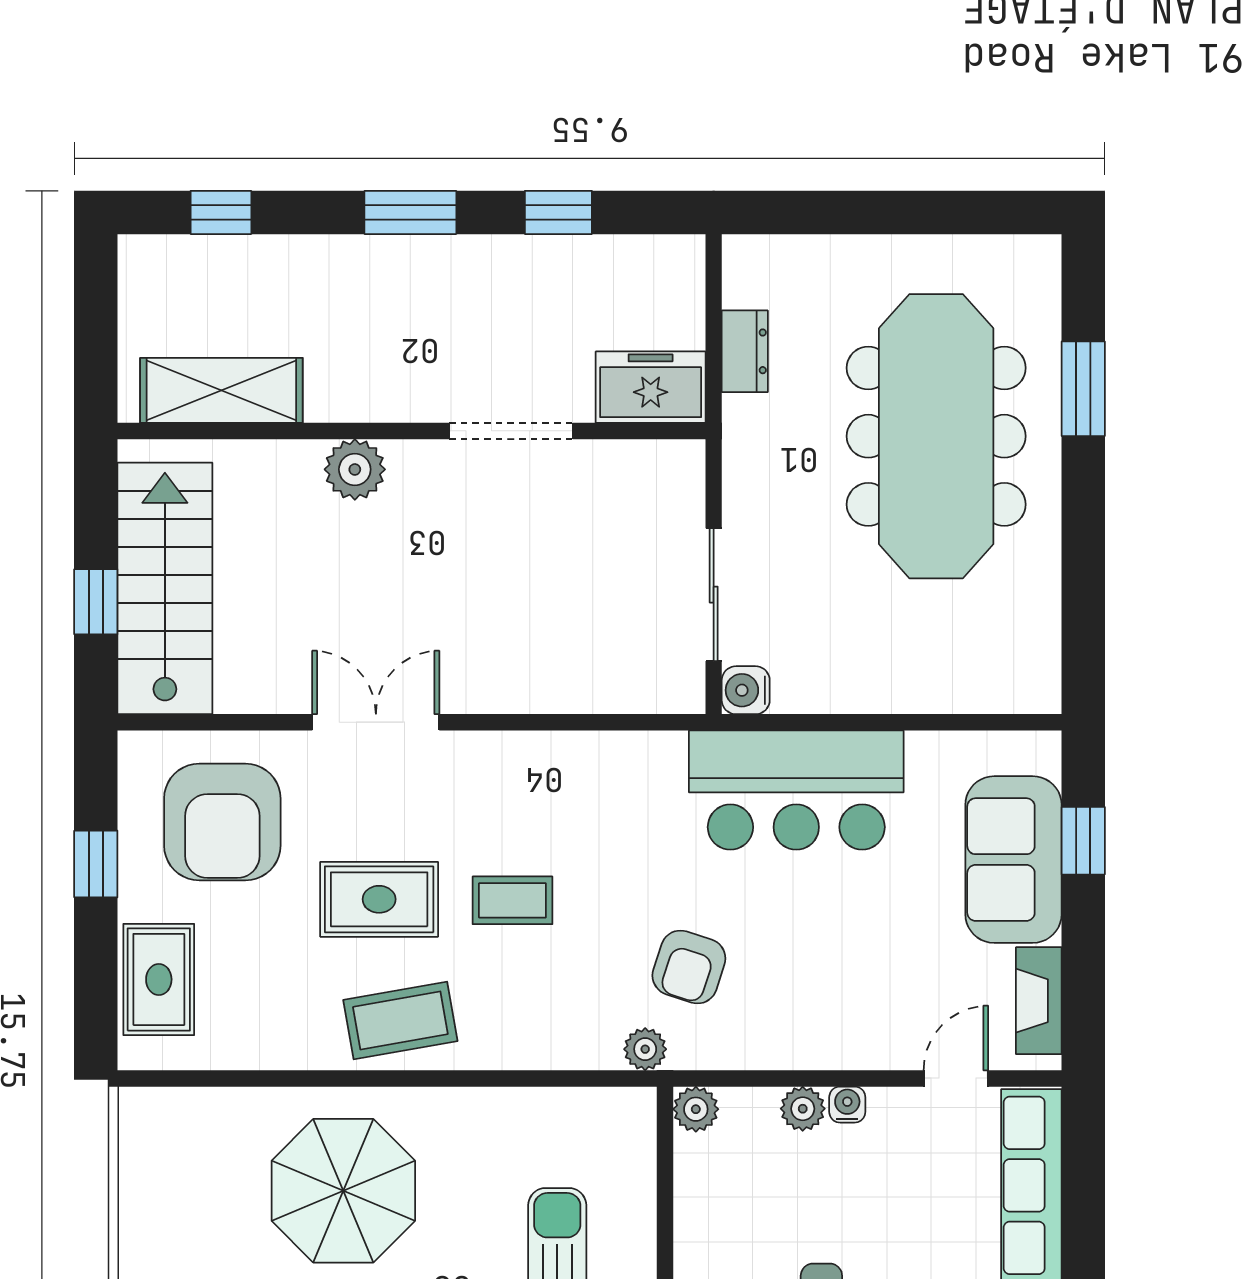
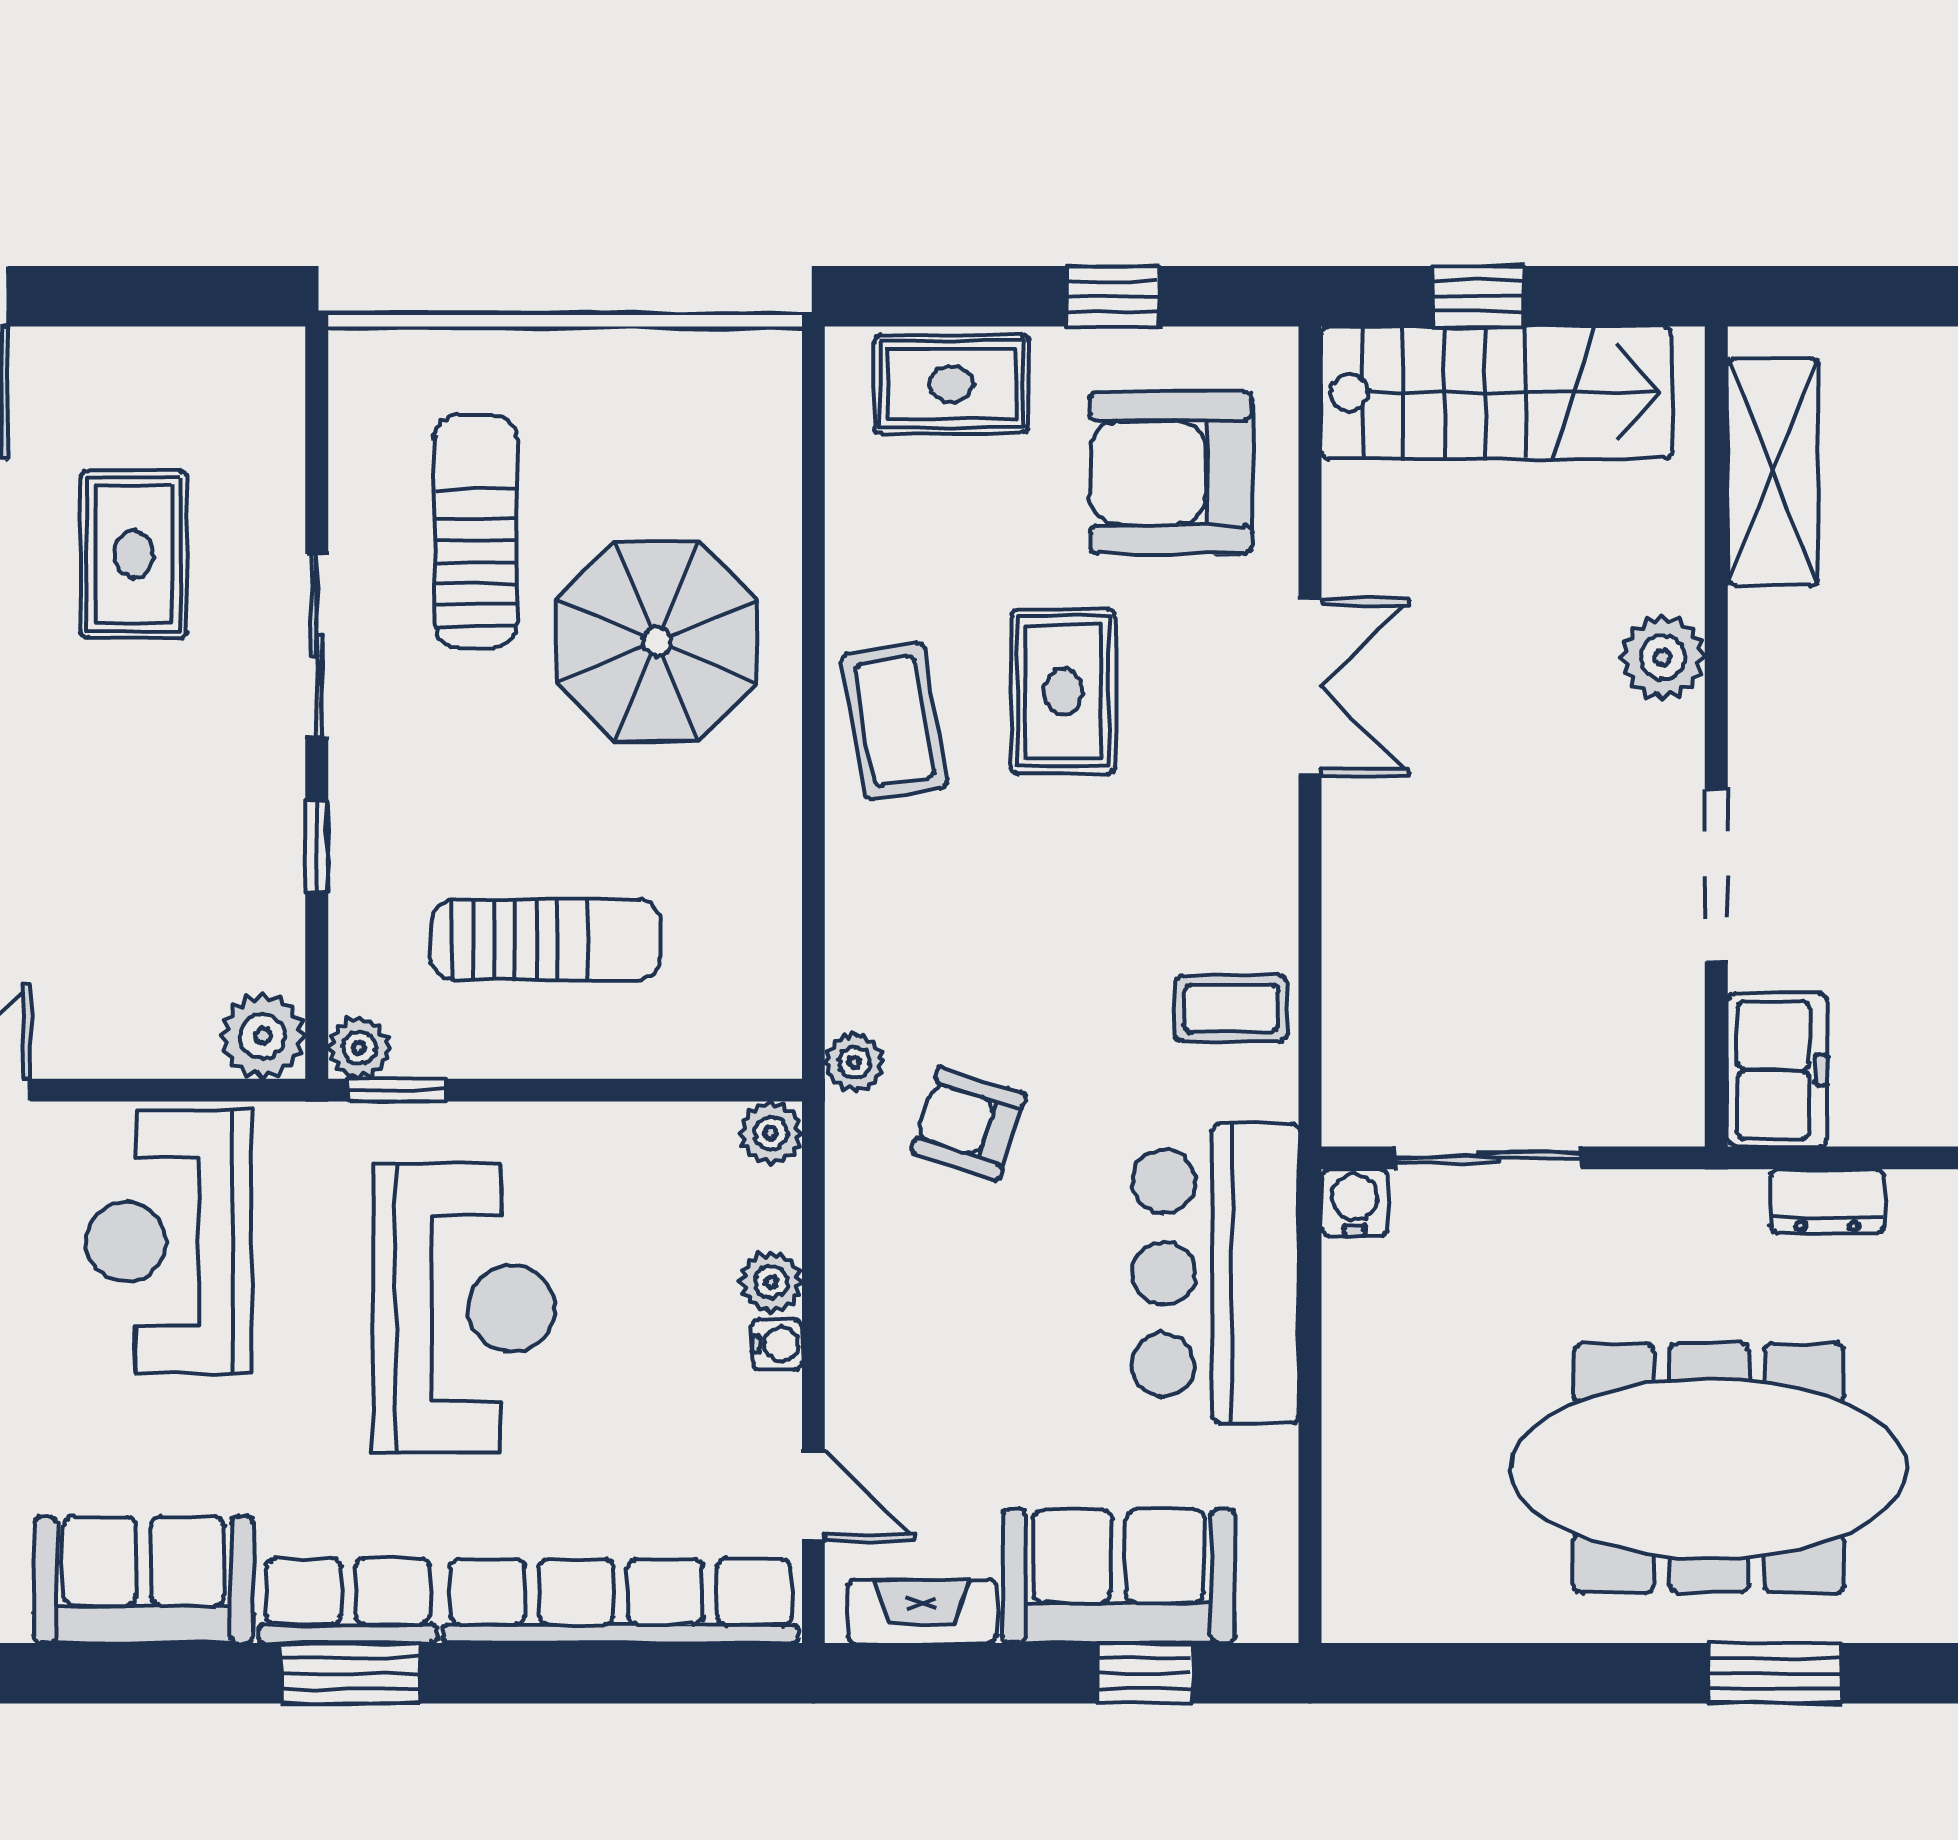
coffee table: (512, 900) -> (1231, 1009), moved, turned 90

